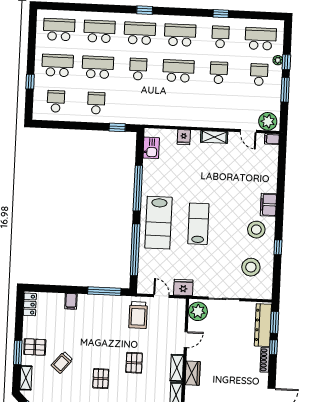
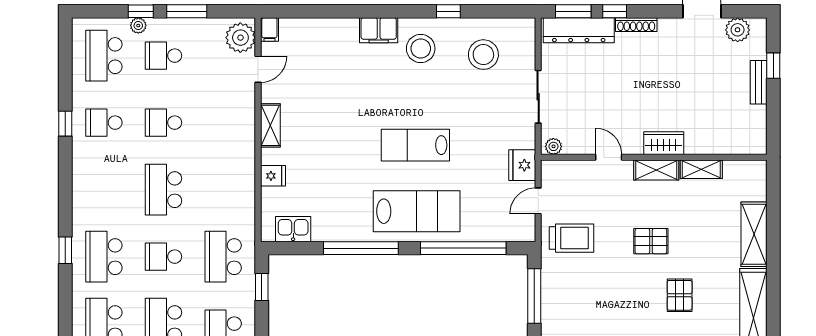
school desk: (180, 35) -> (223, 257), moved
plant: (198, 311) -> (553, 146), width x0.53, depth x0.53
pallet: (101, 379) -> (680, 295), turned 90

